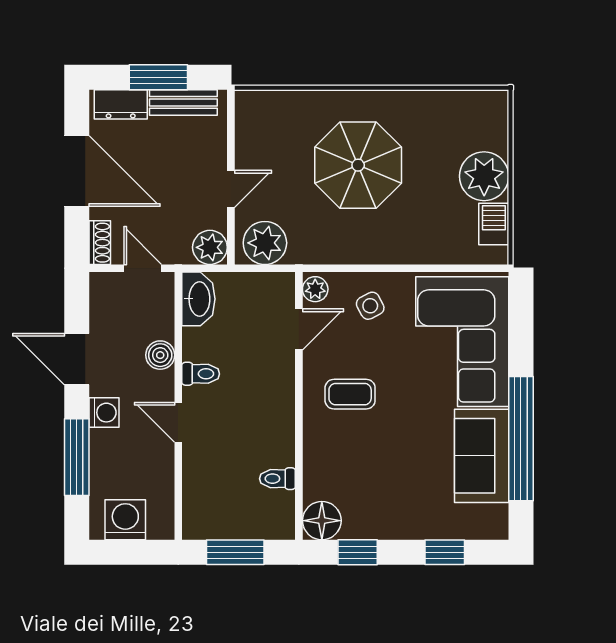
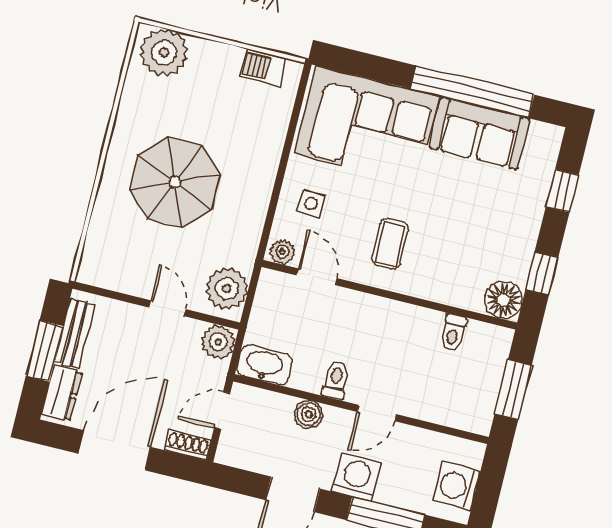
plant: (484, 176) -> (164, 53), moved
side table: (370, 306) -> (311, 204), turned 31
washing machine: (104, 413) -> (357, 477), width x1.38, depth x1.38

